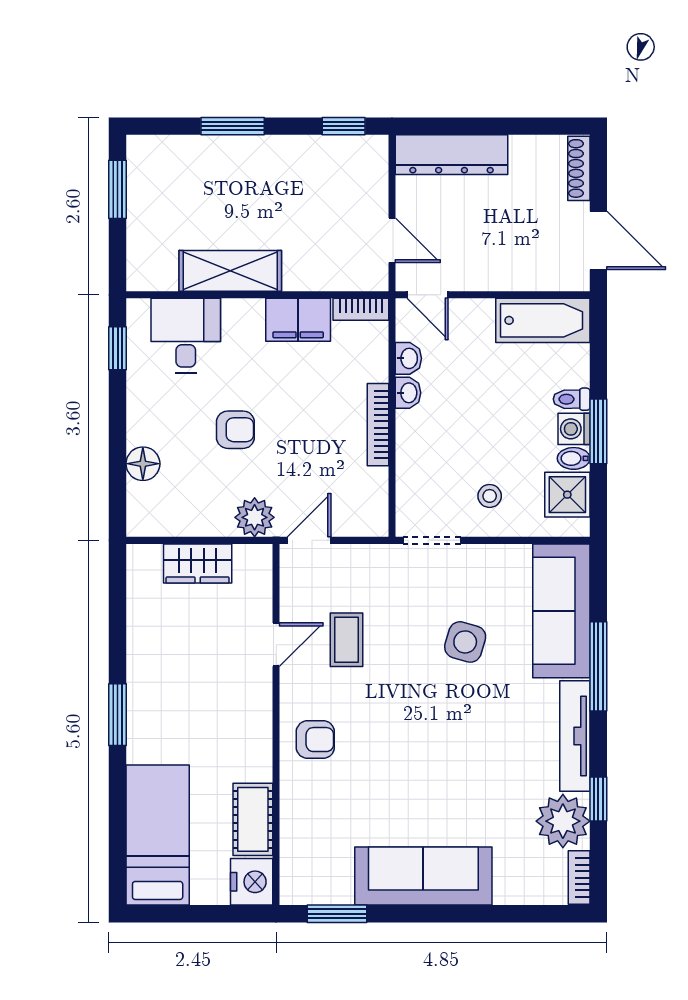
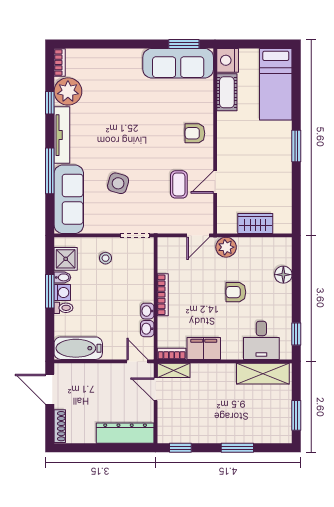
shelving: (230, 271) -> (263, 374), moved
shelving: (357, 277) -> (174, 370), added
sofa: (423, 876) -> (178, 63), moved

